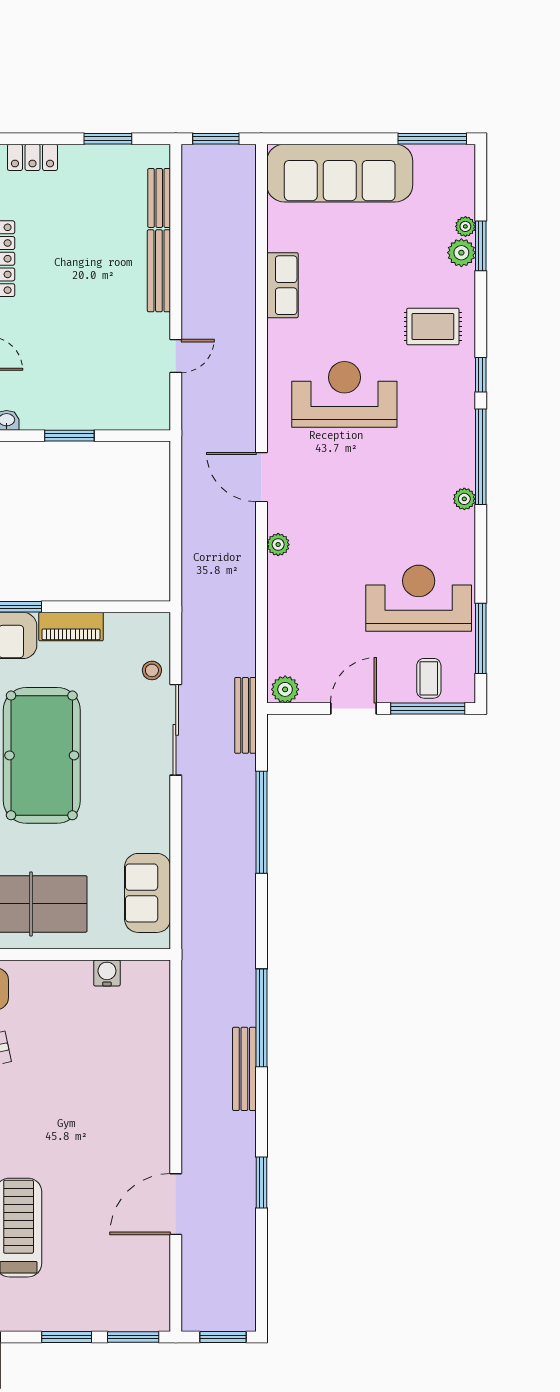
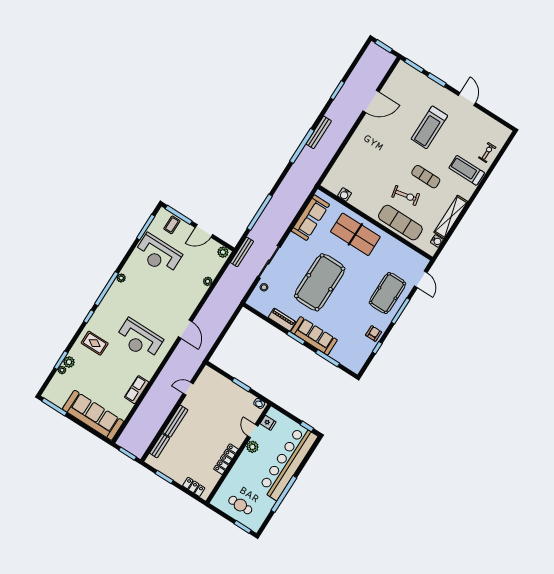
plant: (278, 545) -> (208, 281), moved
sofa: (148, 893) -> (310, 218), width x1.36

